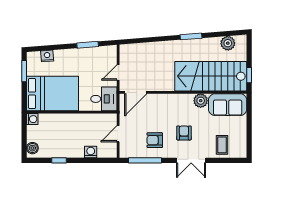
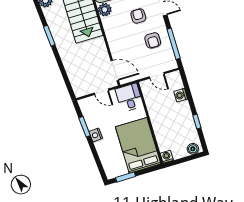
nightstand: (47, 56) -> (96, 135), moved
armchair: (184, 133) -> (138, 16), turned 90

